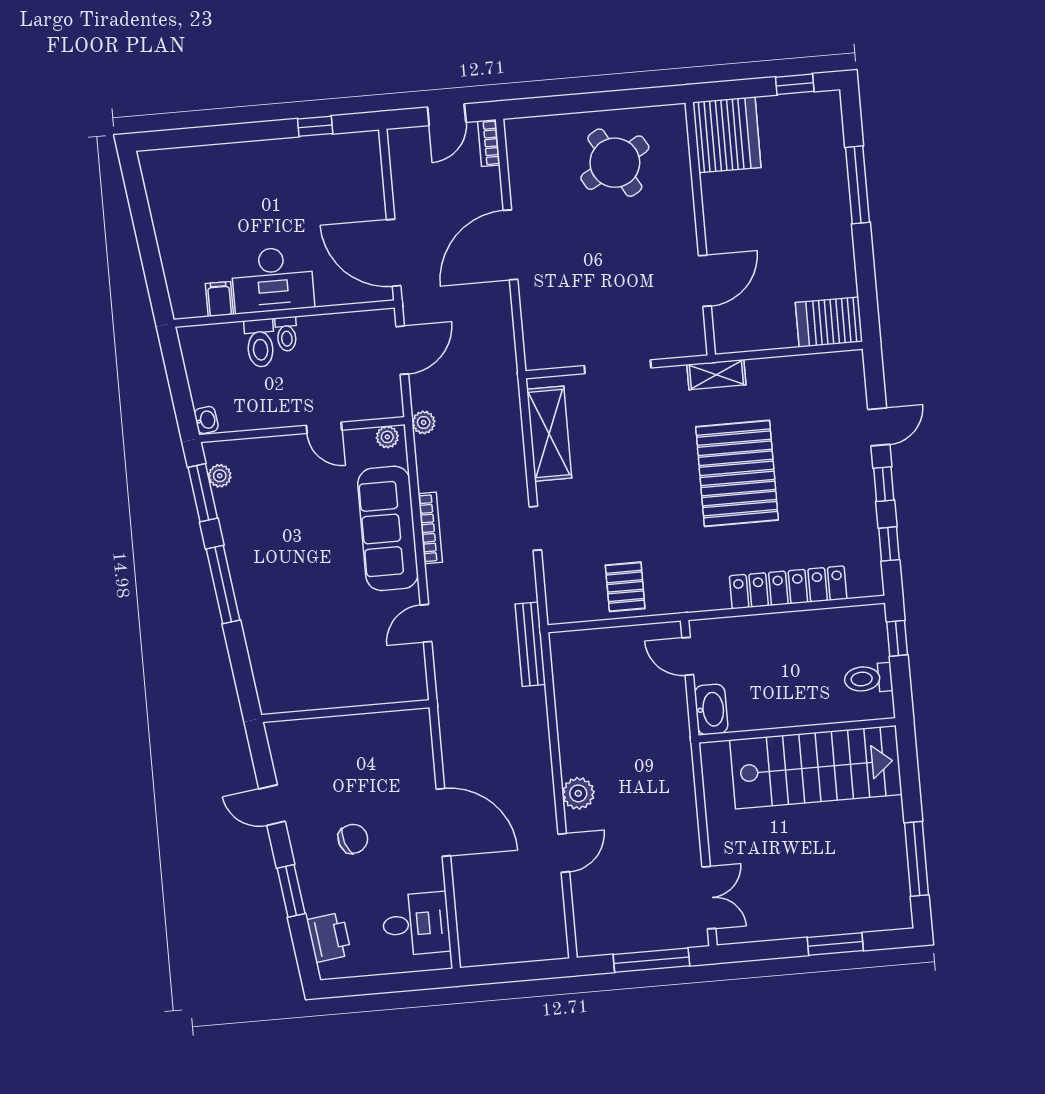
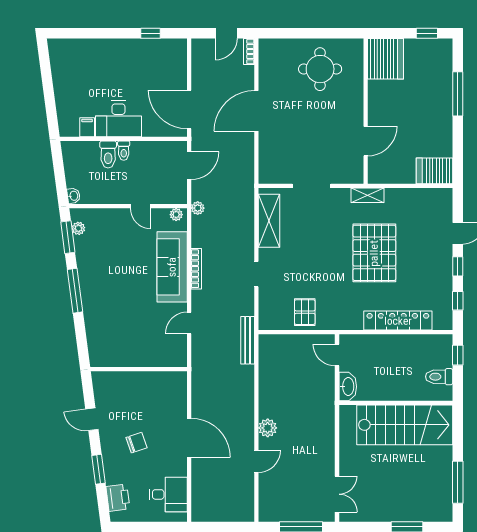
round table: (615, 163) -> (320, 69), turned 30

